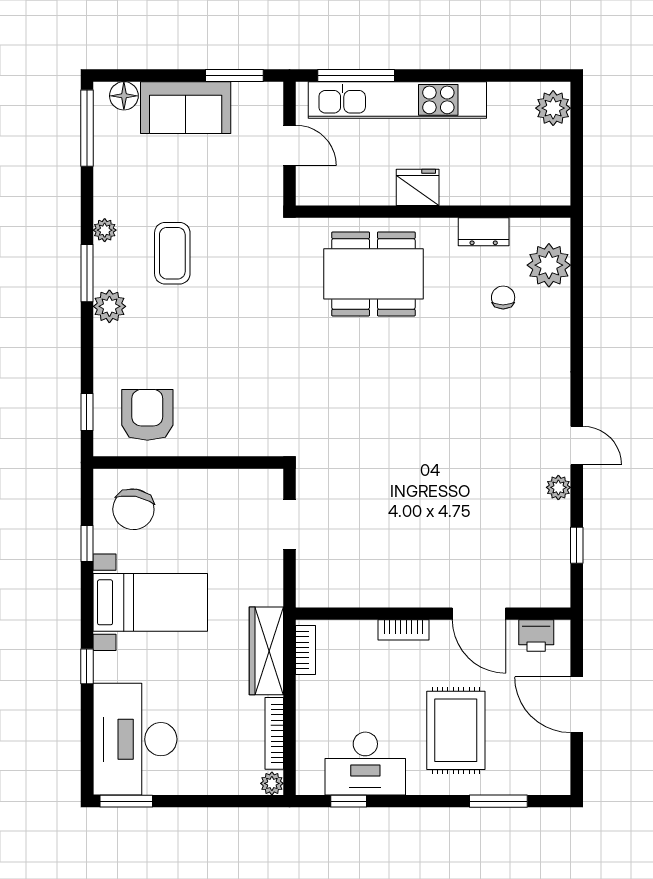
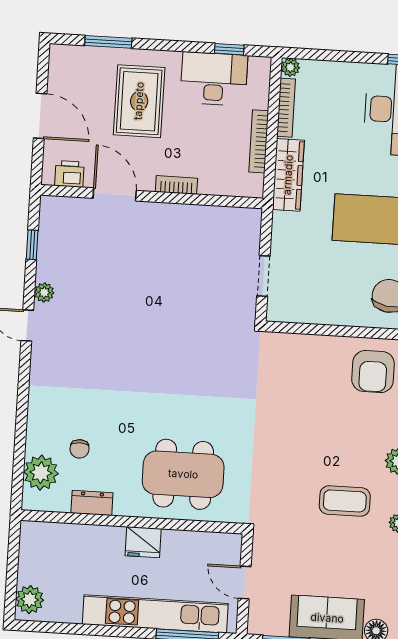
coffee table: (172, 253) -> (345, 501), turned 90
bookcase: (305, 650) -> (259, 141), moved, width x1.56

